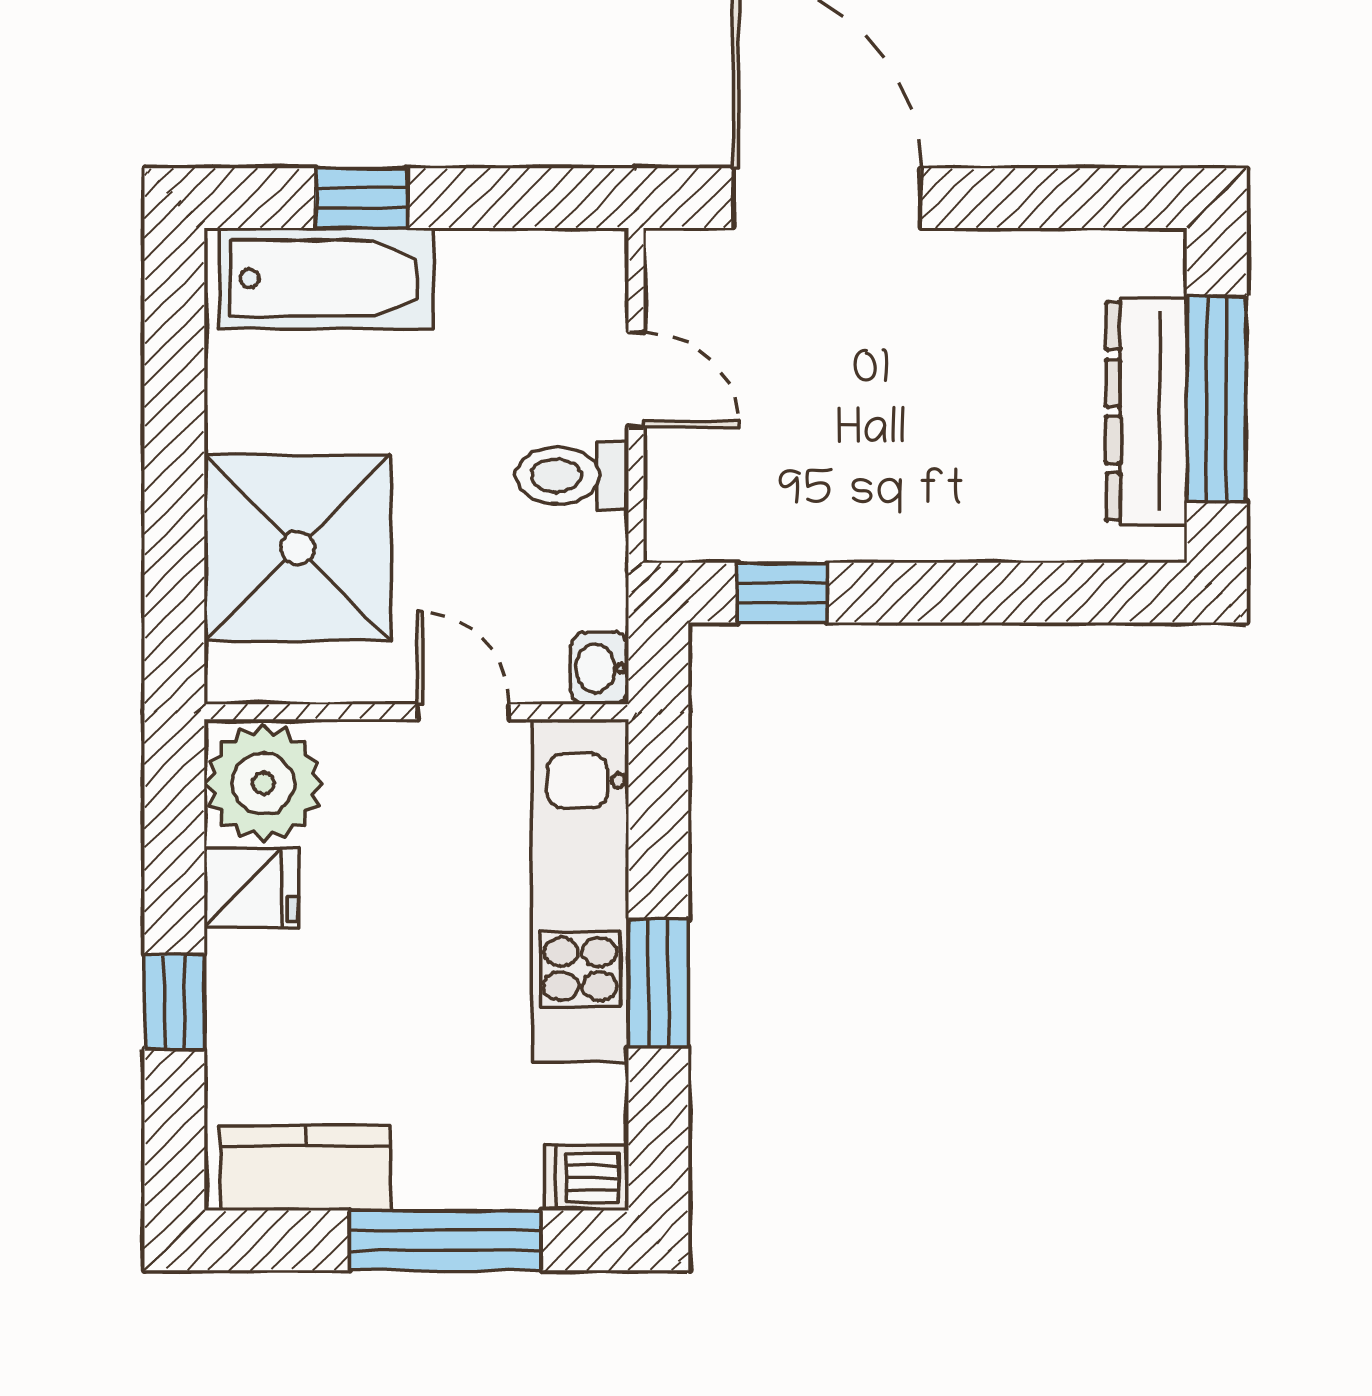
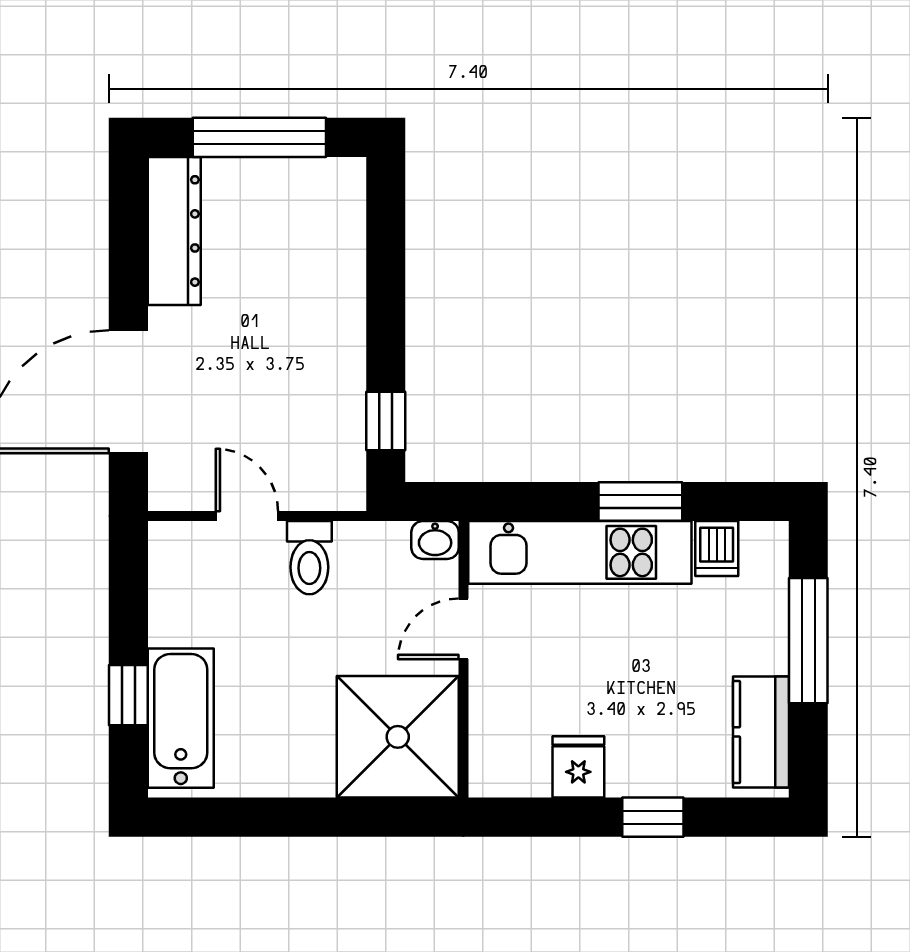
door: (636, 380) -> (247, 516), hinge flipped
dresser: (1146, 411) -> (174, 231), moved, turned -90
shower: (298, 548) -> (398, 737), moved
plant: (263, 783) -> (510, 759), removed
dishwasher: (586, 1178) -> (717, 549), moved

